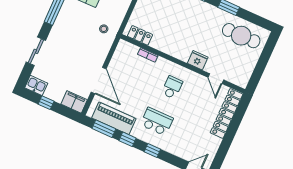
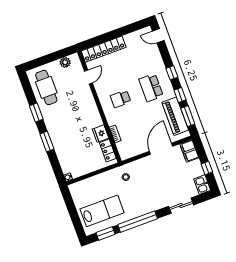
fridge: (198, 60) -> (101, 134), moved
plant: (247, 71) -> (65, 62), added

